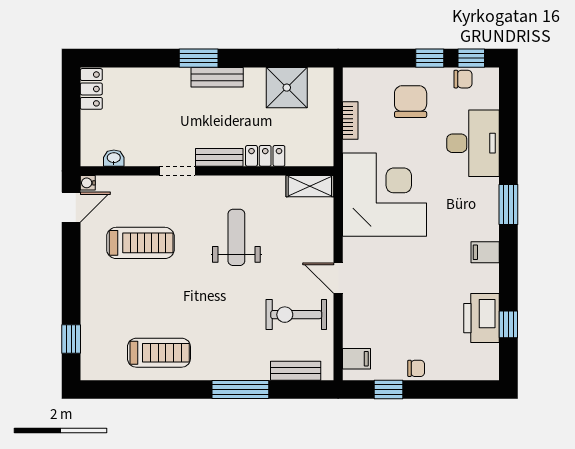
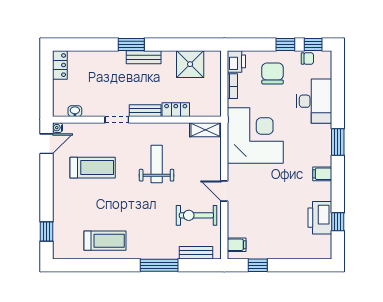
printer: (356, 84) -> (236, 61), added
chair: (416, 368) -> (276, 251), removed

